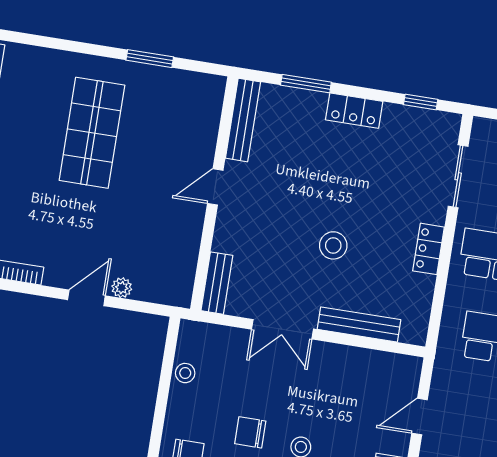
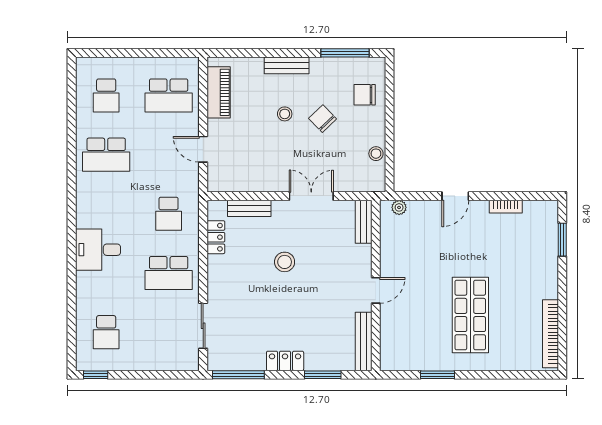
window: (421, 102) -> (238, 375), width x2.17
locker: (429, 249) -> (216, 237), moved
plant: (122, 288) -> (399, 207), moved
bench: (359, 324) -> (249, 208), width x0.73
door: (420, 416) -> (203, 149), swing flipped
chair: (250, 432) -> (323, 119), turned -134

